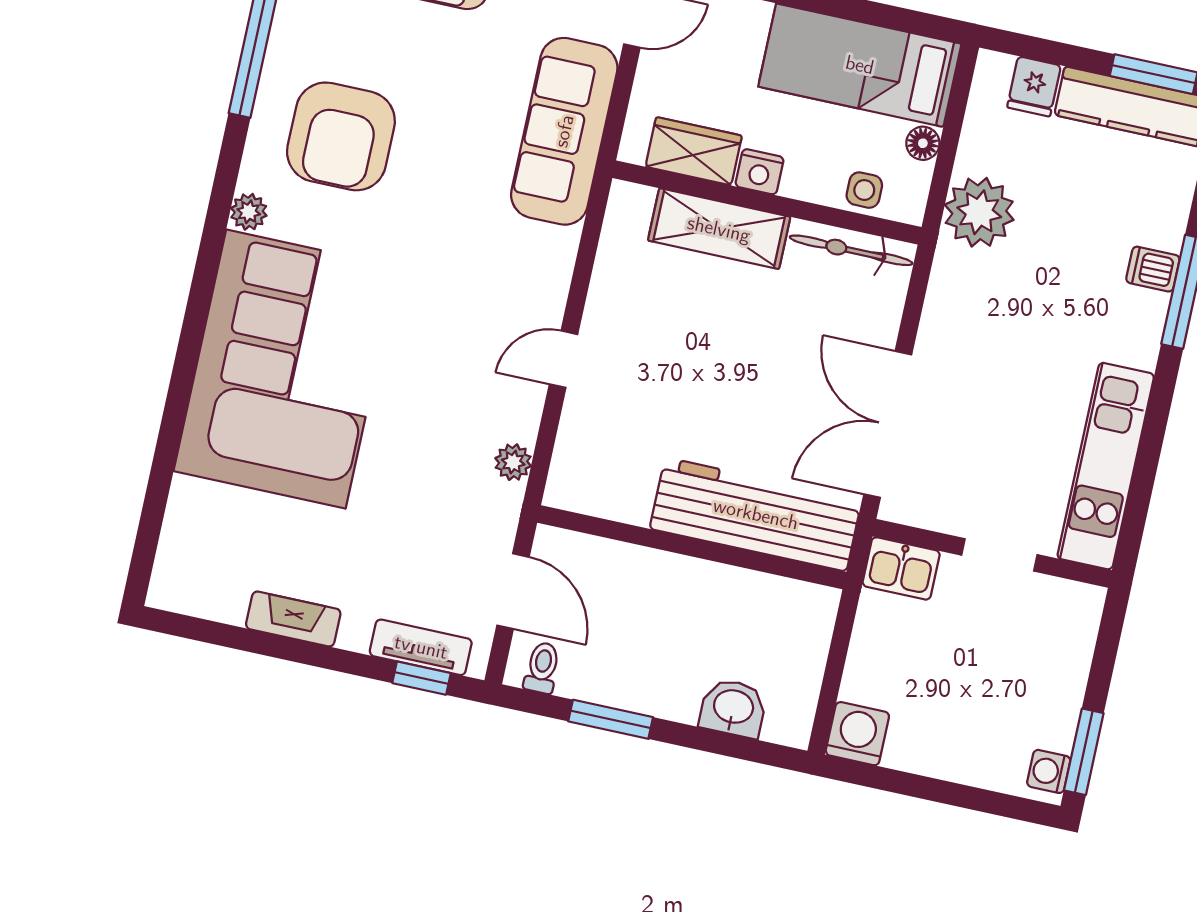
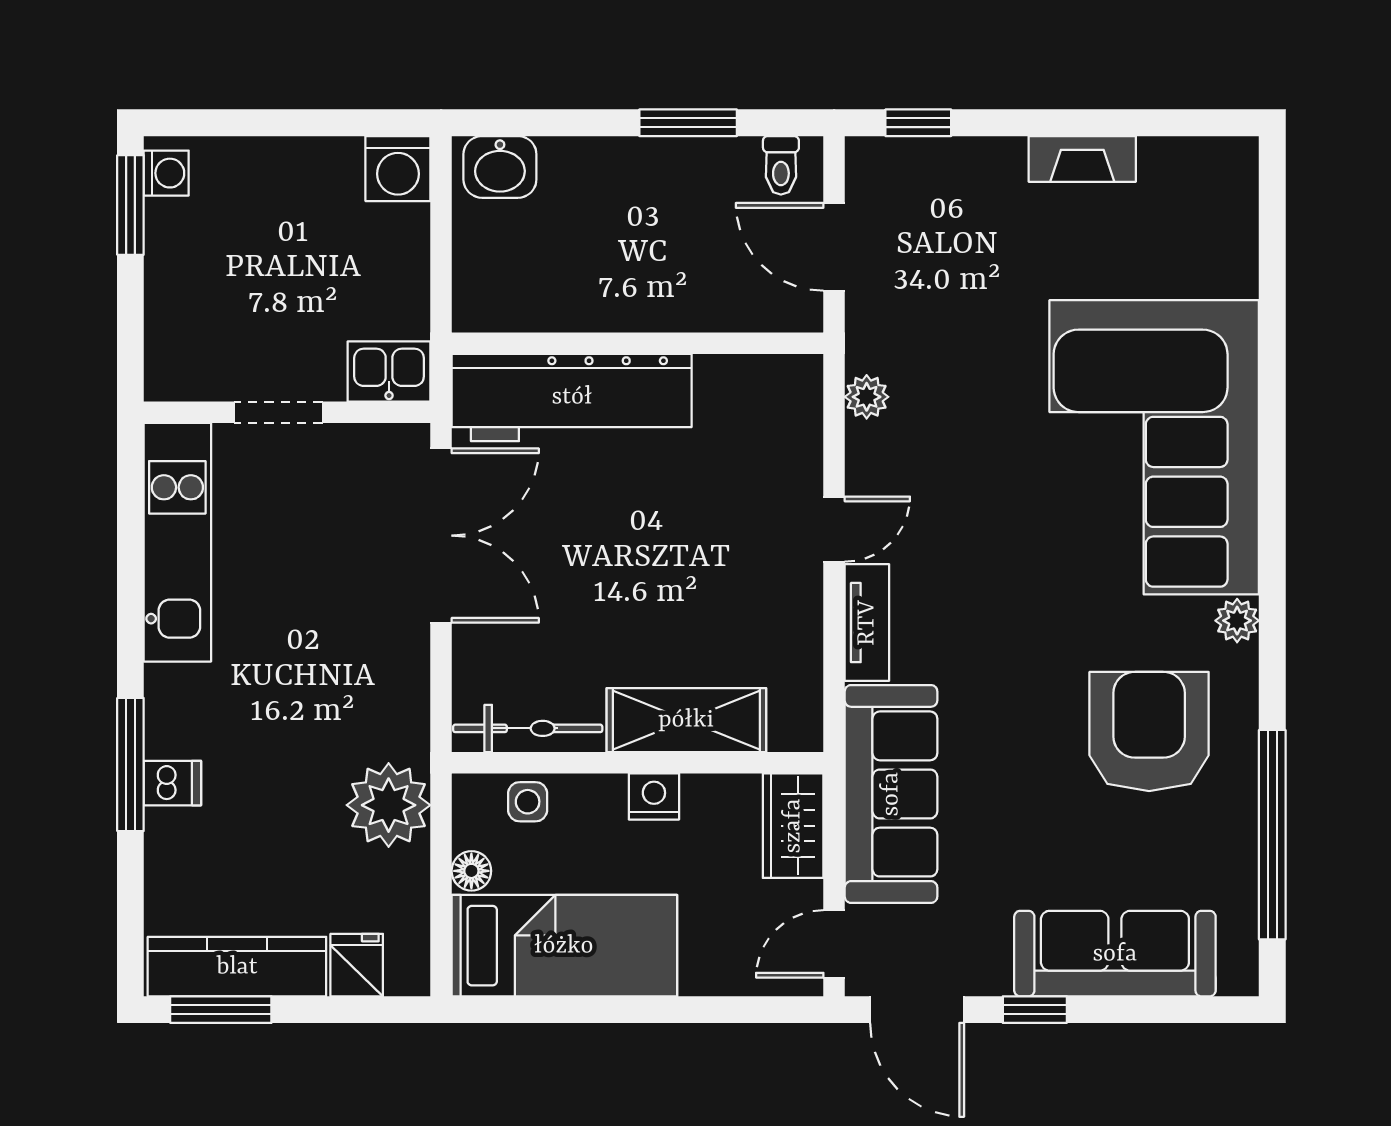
wardrobe: (694, 151) -> (793, 826), moved, turned 90
tv unit: (421, 647) -> (867, 623), moved, turned -90
washbasin: (733, 708) -> (500, 167), moved

